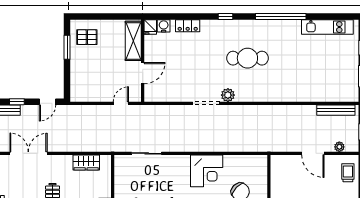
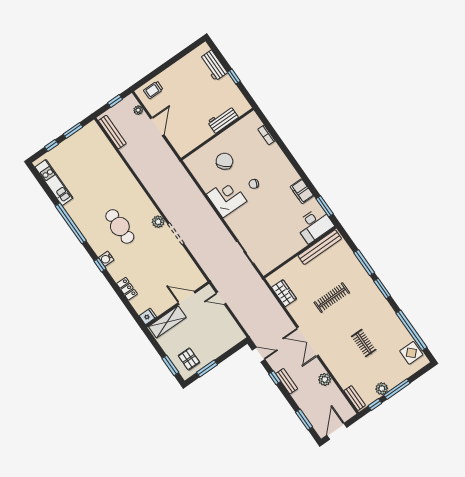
window: (93, 17) -> (170, 365), added
water cooler: (164, 26) -> (106, 259), moved

